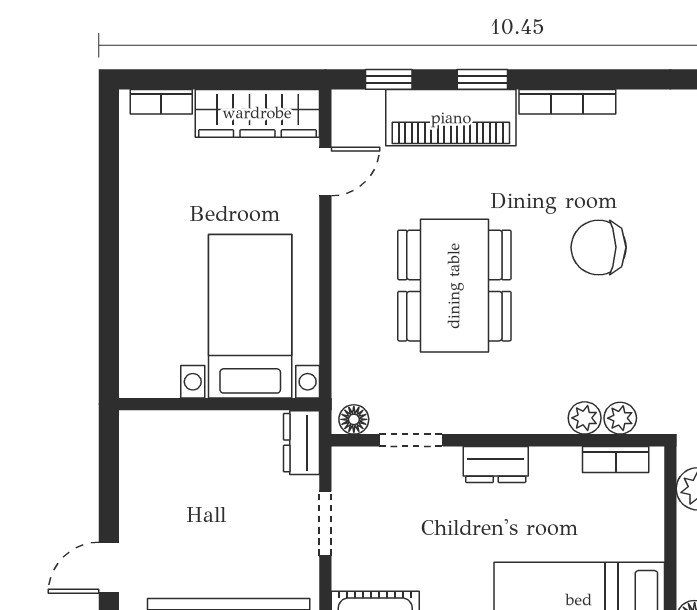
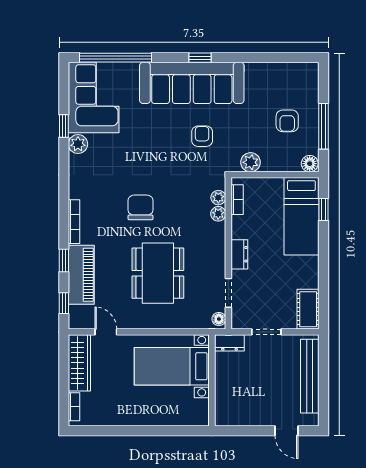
chair: (599, 247) -> (140, 207), turned 180
dining table: (454, 286) -> (158, 273), turned 90

